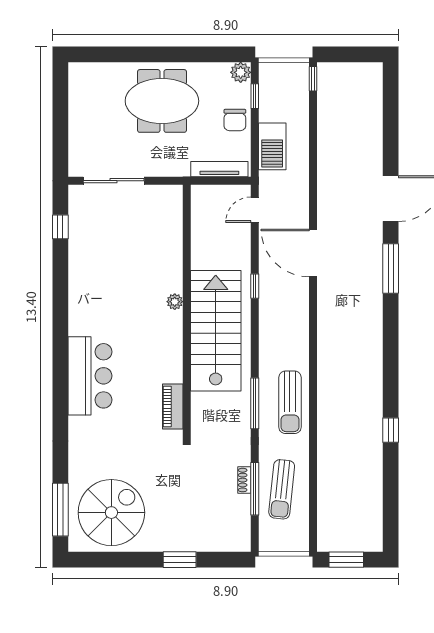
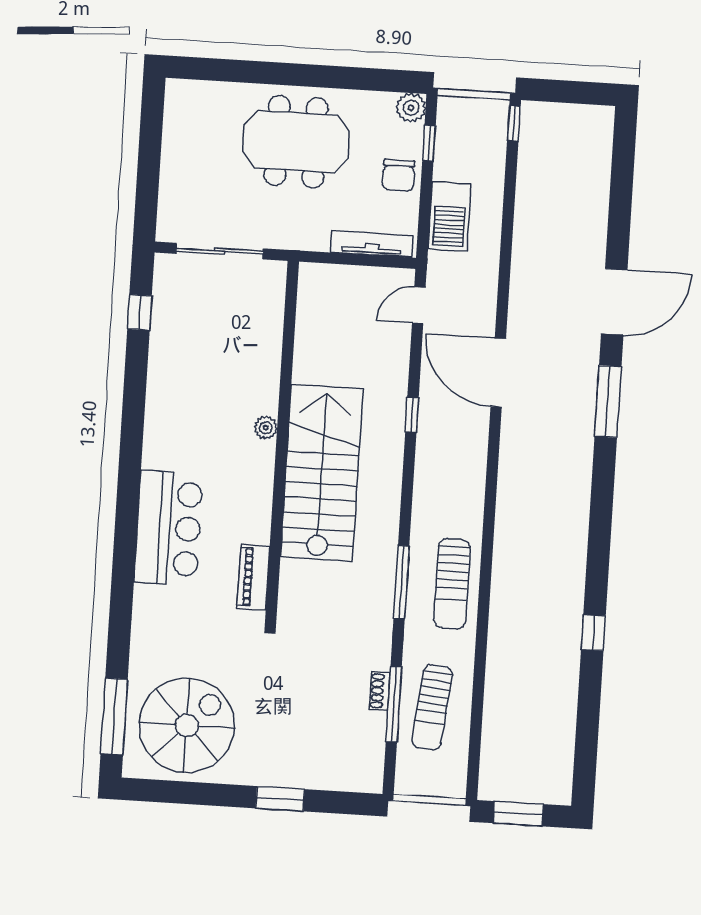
plant: (175, 302) -> (266, 428), moved
wall: (187, 311) -> (282, 442), moved
stairs: (216, 331) -> (322, 473), moved
piano: (173, 406) -> (253, 577), moved

